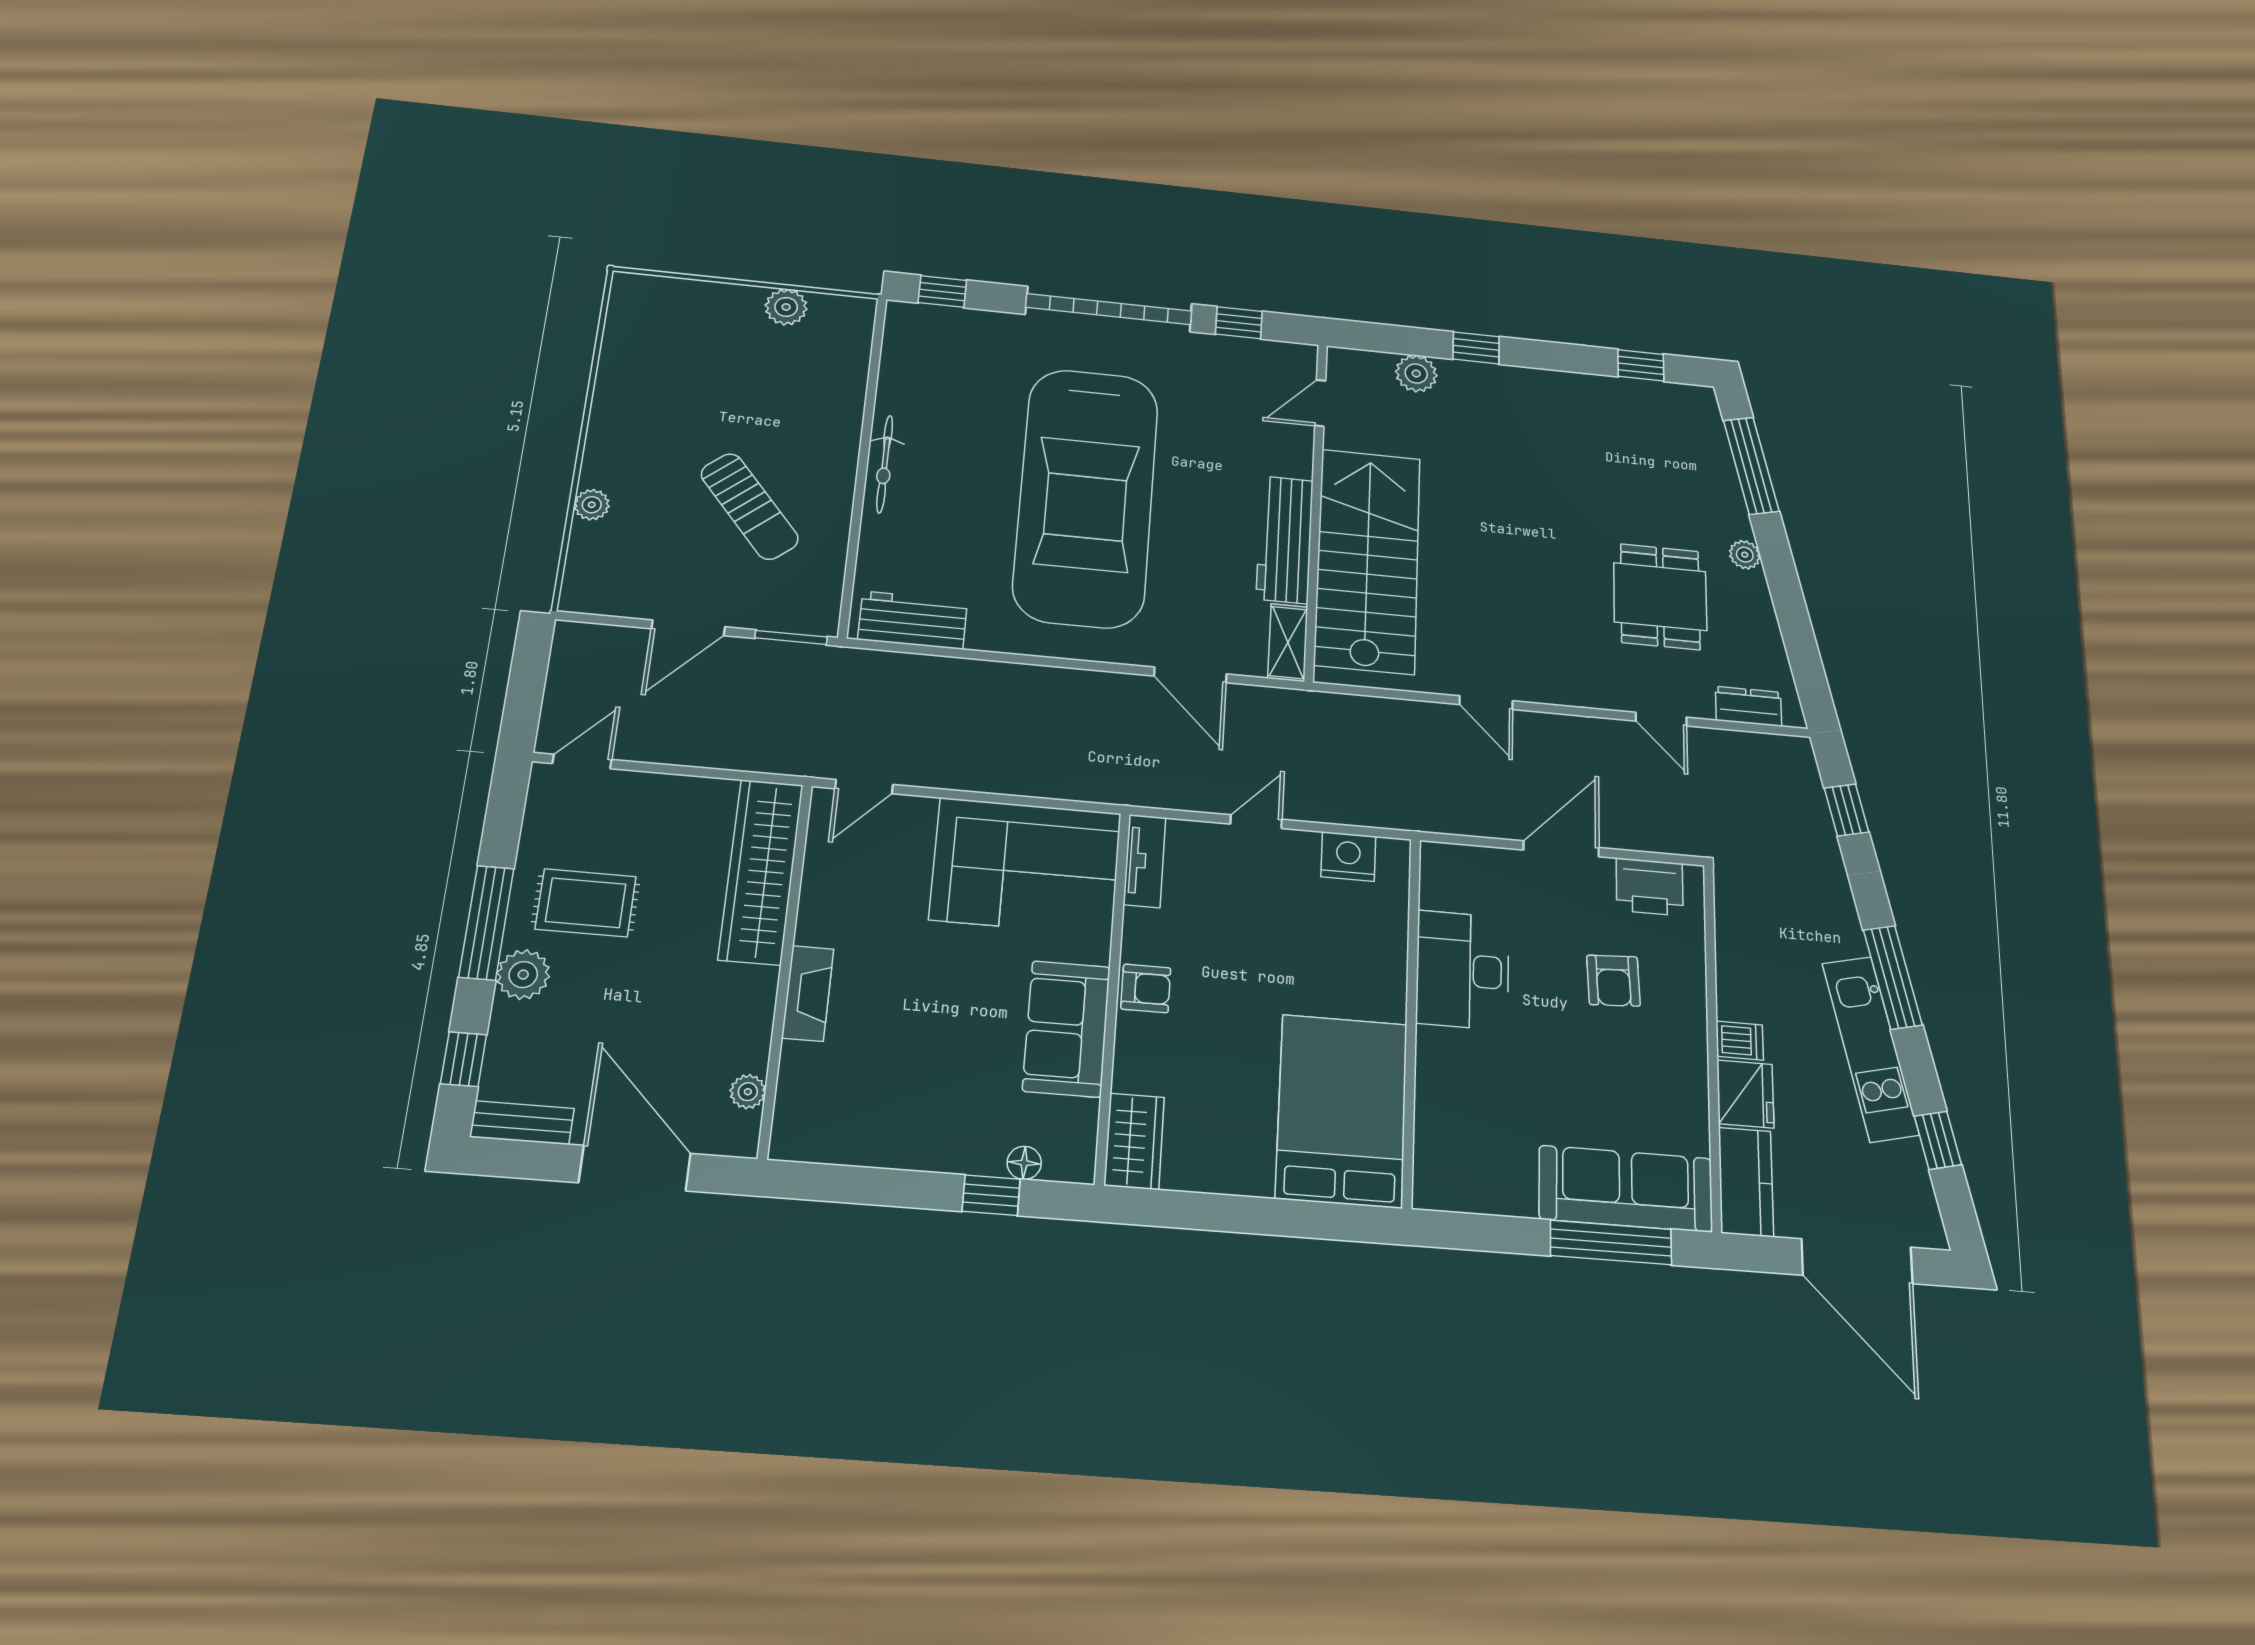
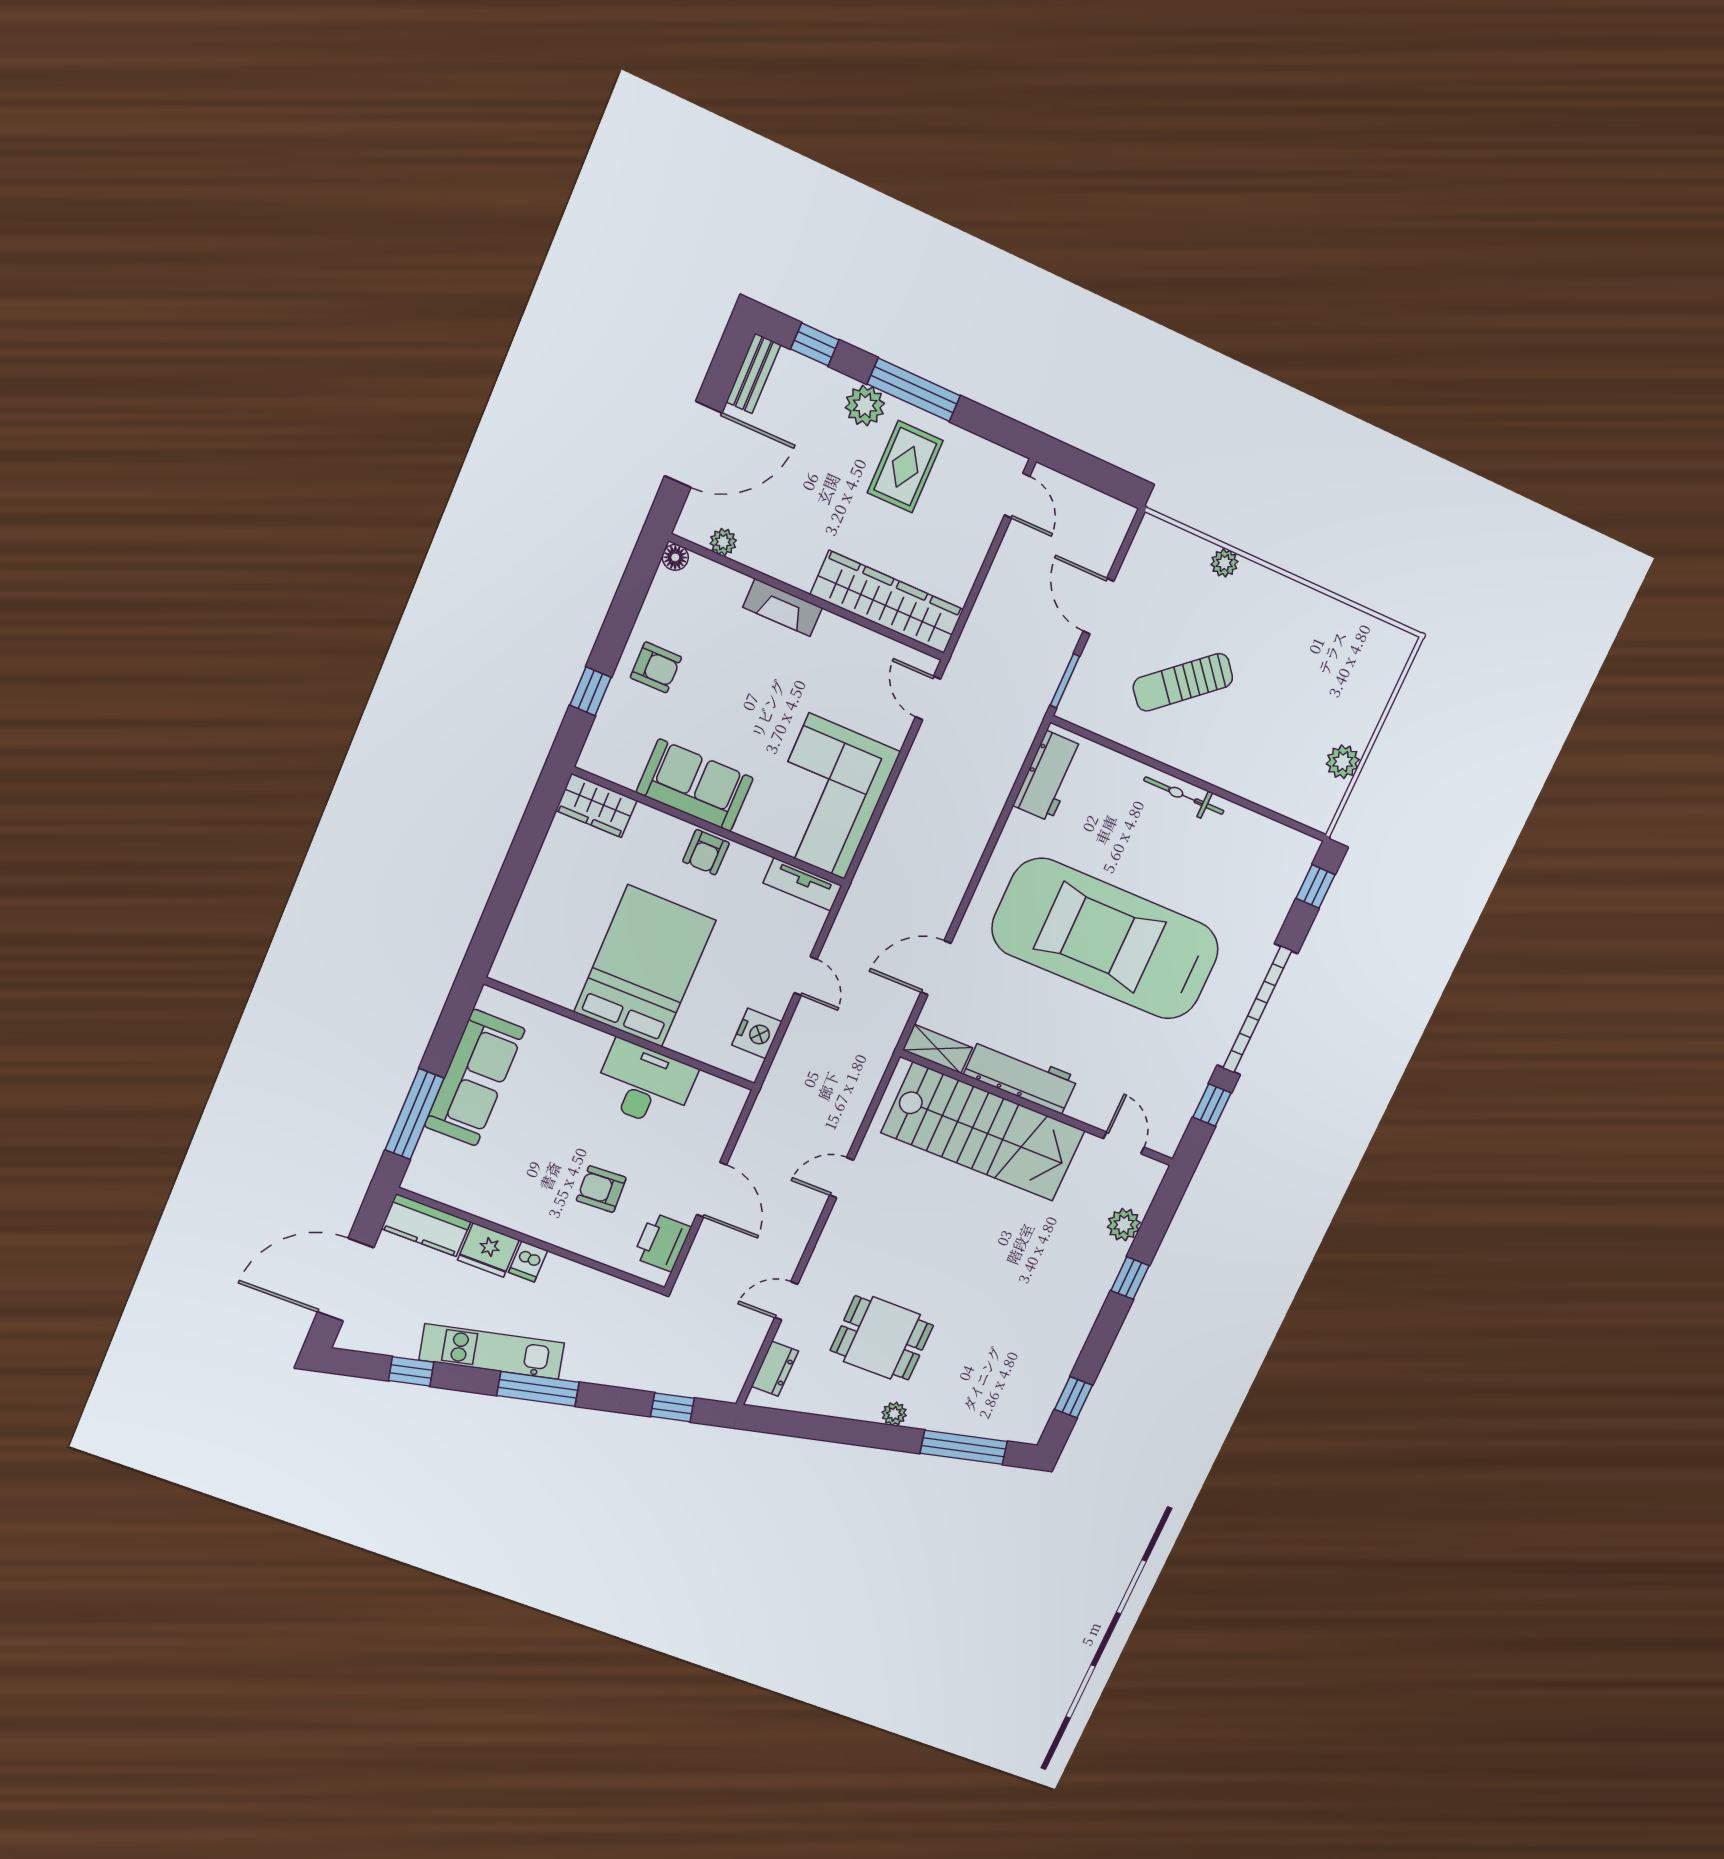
bed: (1342, 1111) -> (645, 966), moved, turned -90
armchair: (934, 1124) -> (656, 667), added
floor lamp: (1024, 1163) -> (675, 557), moved
sofa: (1626, 1189) -> (475, 1078), moved

